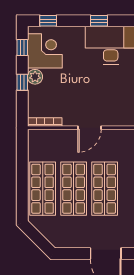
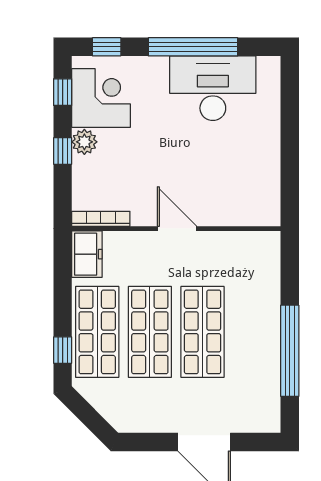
window: (99, 21) -> (193, 47), width x3.17
door: (90, 128) -> (177, 229), swing flipped
freezer: (37, 143) -> (87, 254), added
window: (22, 199) -> (63, 350), added

